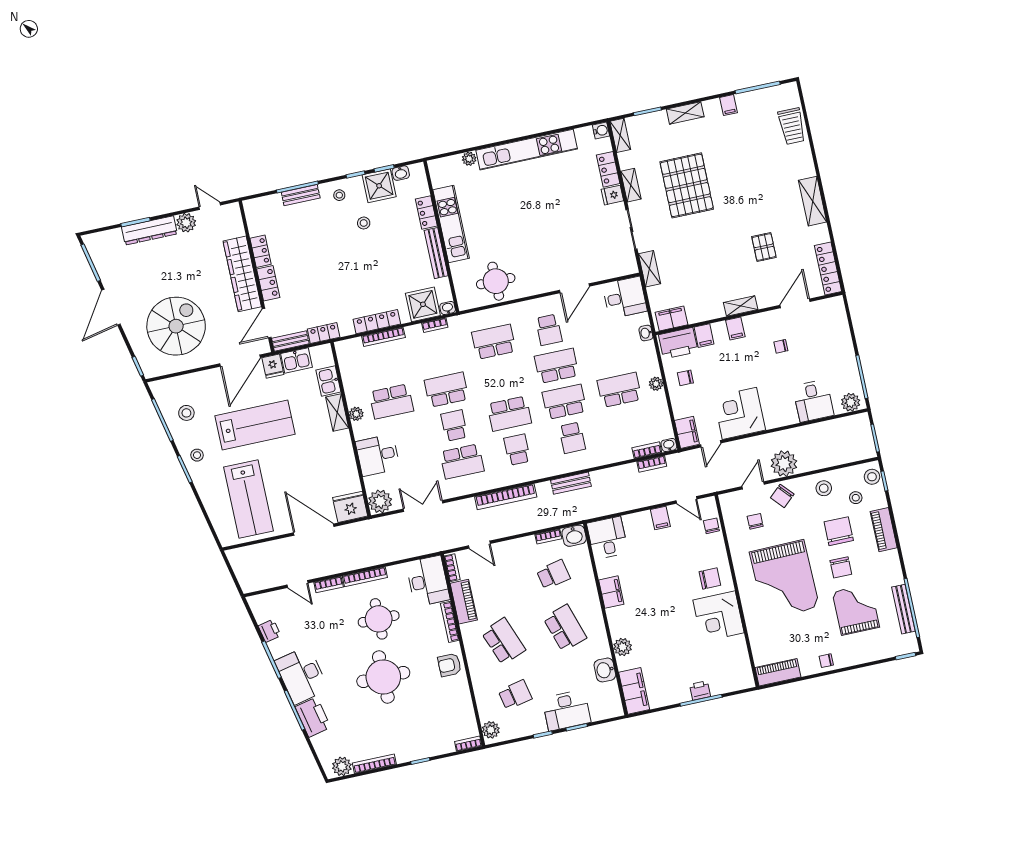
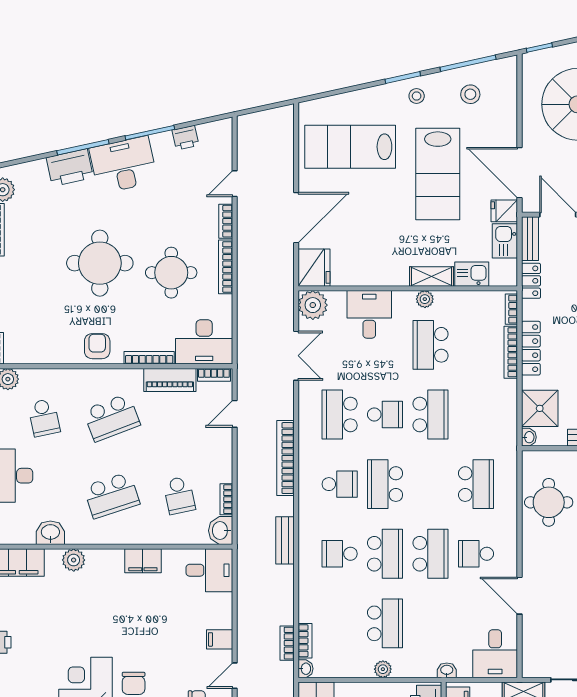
bookcase: (435, 325) -> (511, 309), moved

